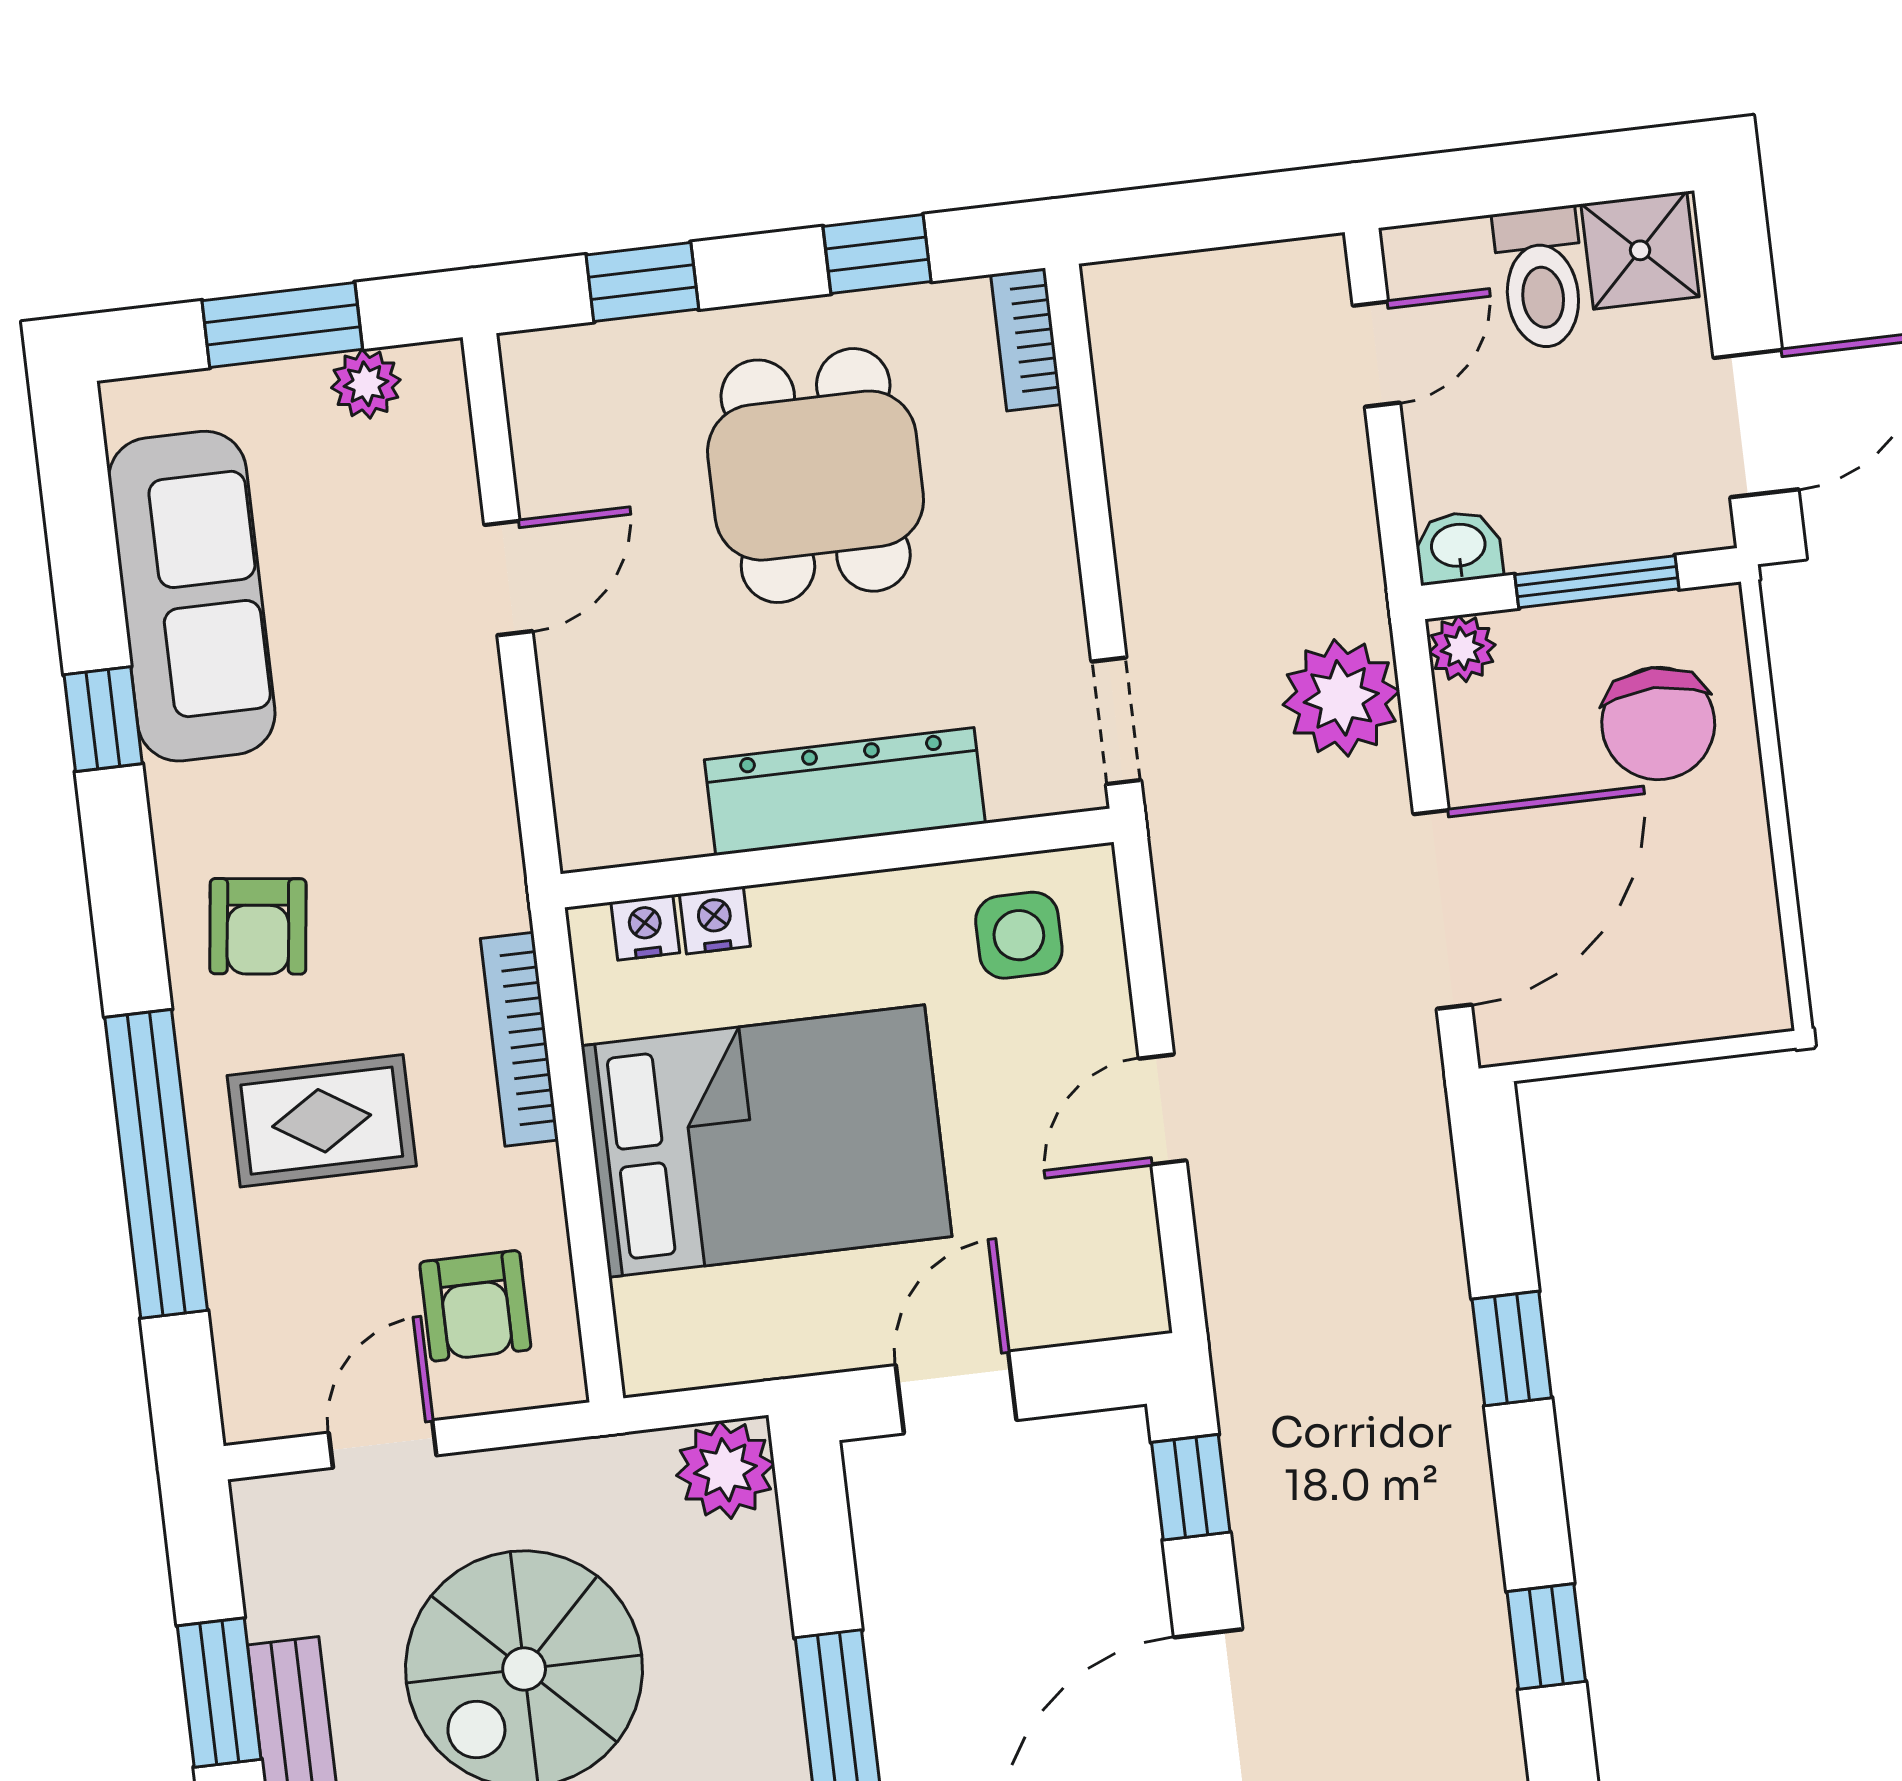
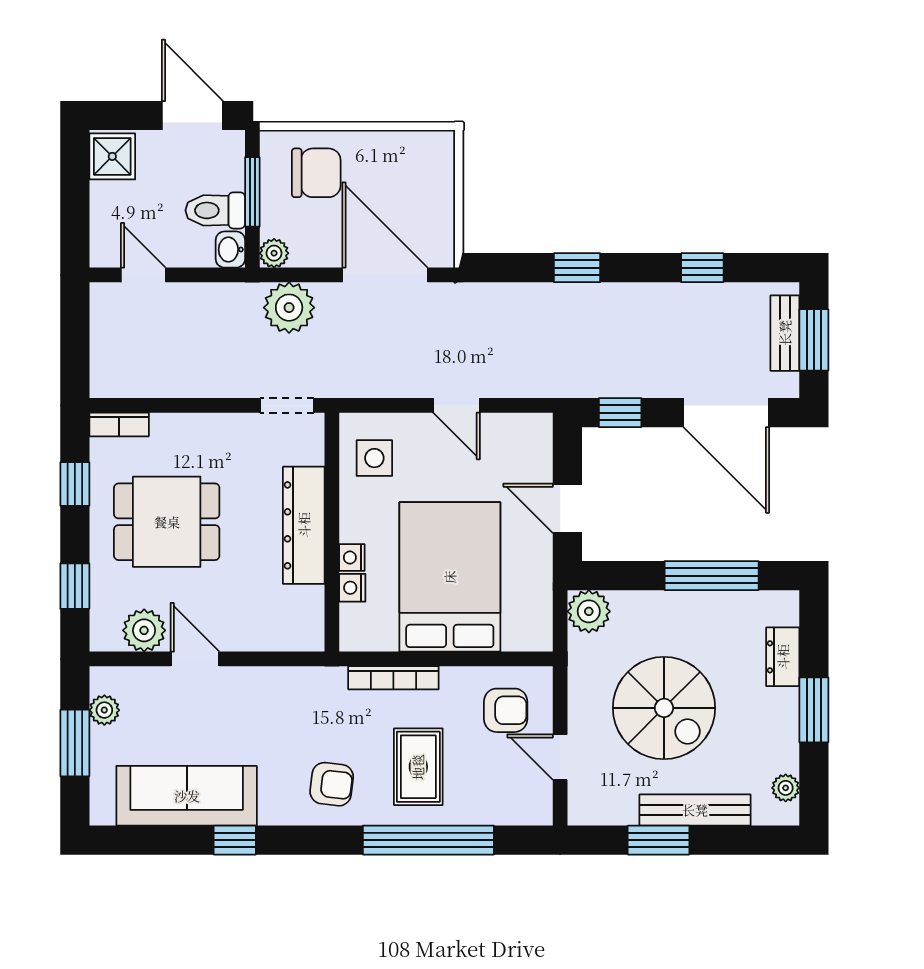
toilet: (1541, 278) -> (215, 210), moved, turned 180
plant: (560, 453) -> (144, 630), added
nightstand: (645, 927) -> (352, 558), moved

